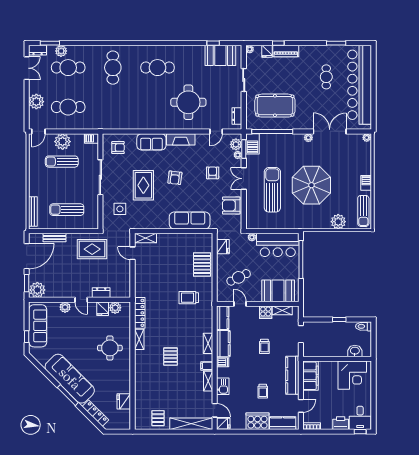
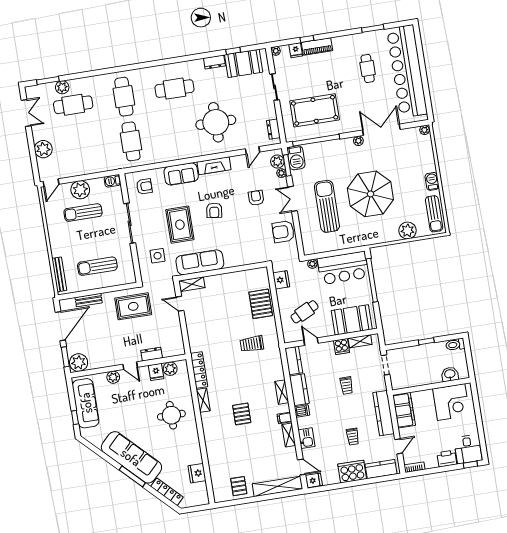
dresser: (38, 50) -> (214, 62), moved
cafe table: (68, 107) -> (131, 141), moved, turned 90
sofa: (190, 220) -> (200, 262), moved

